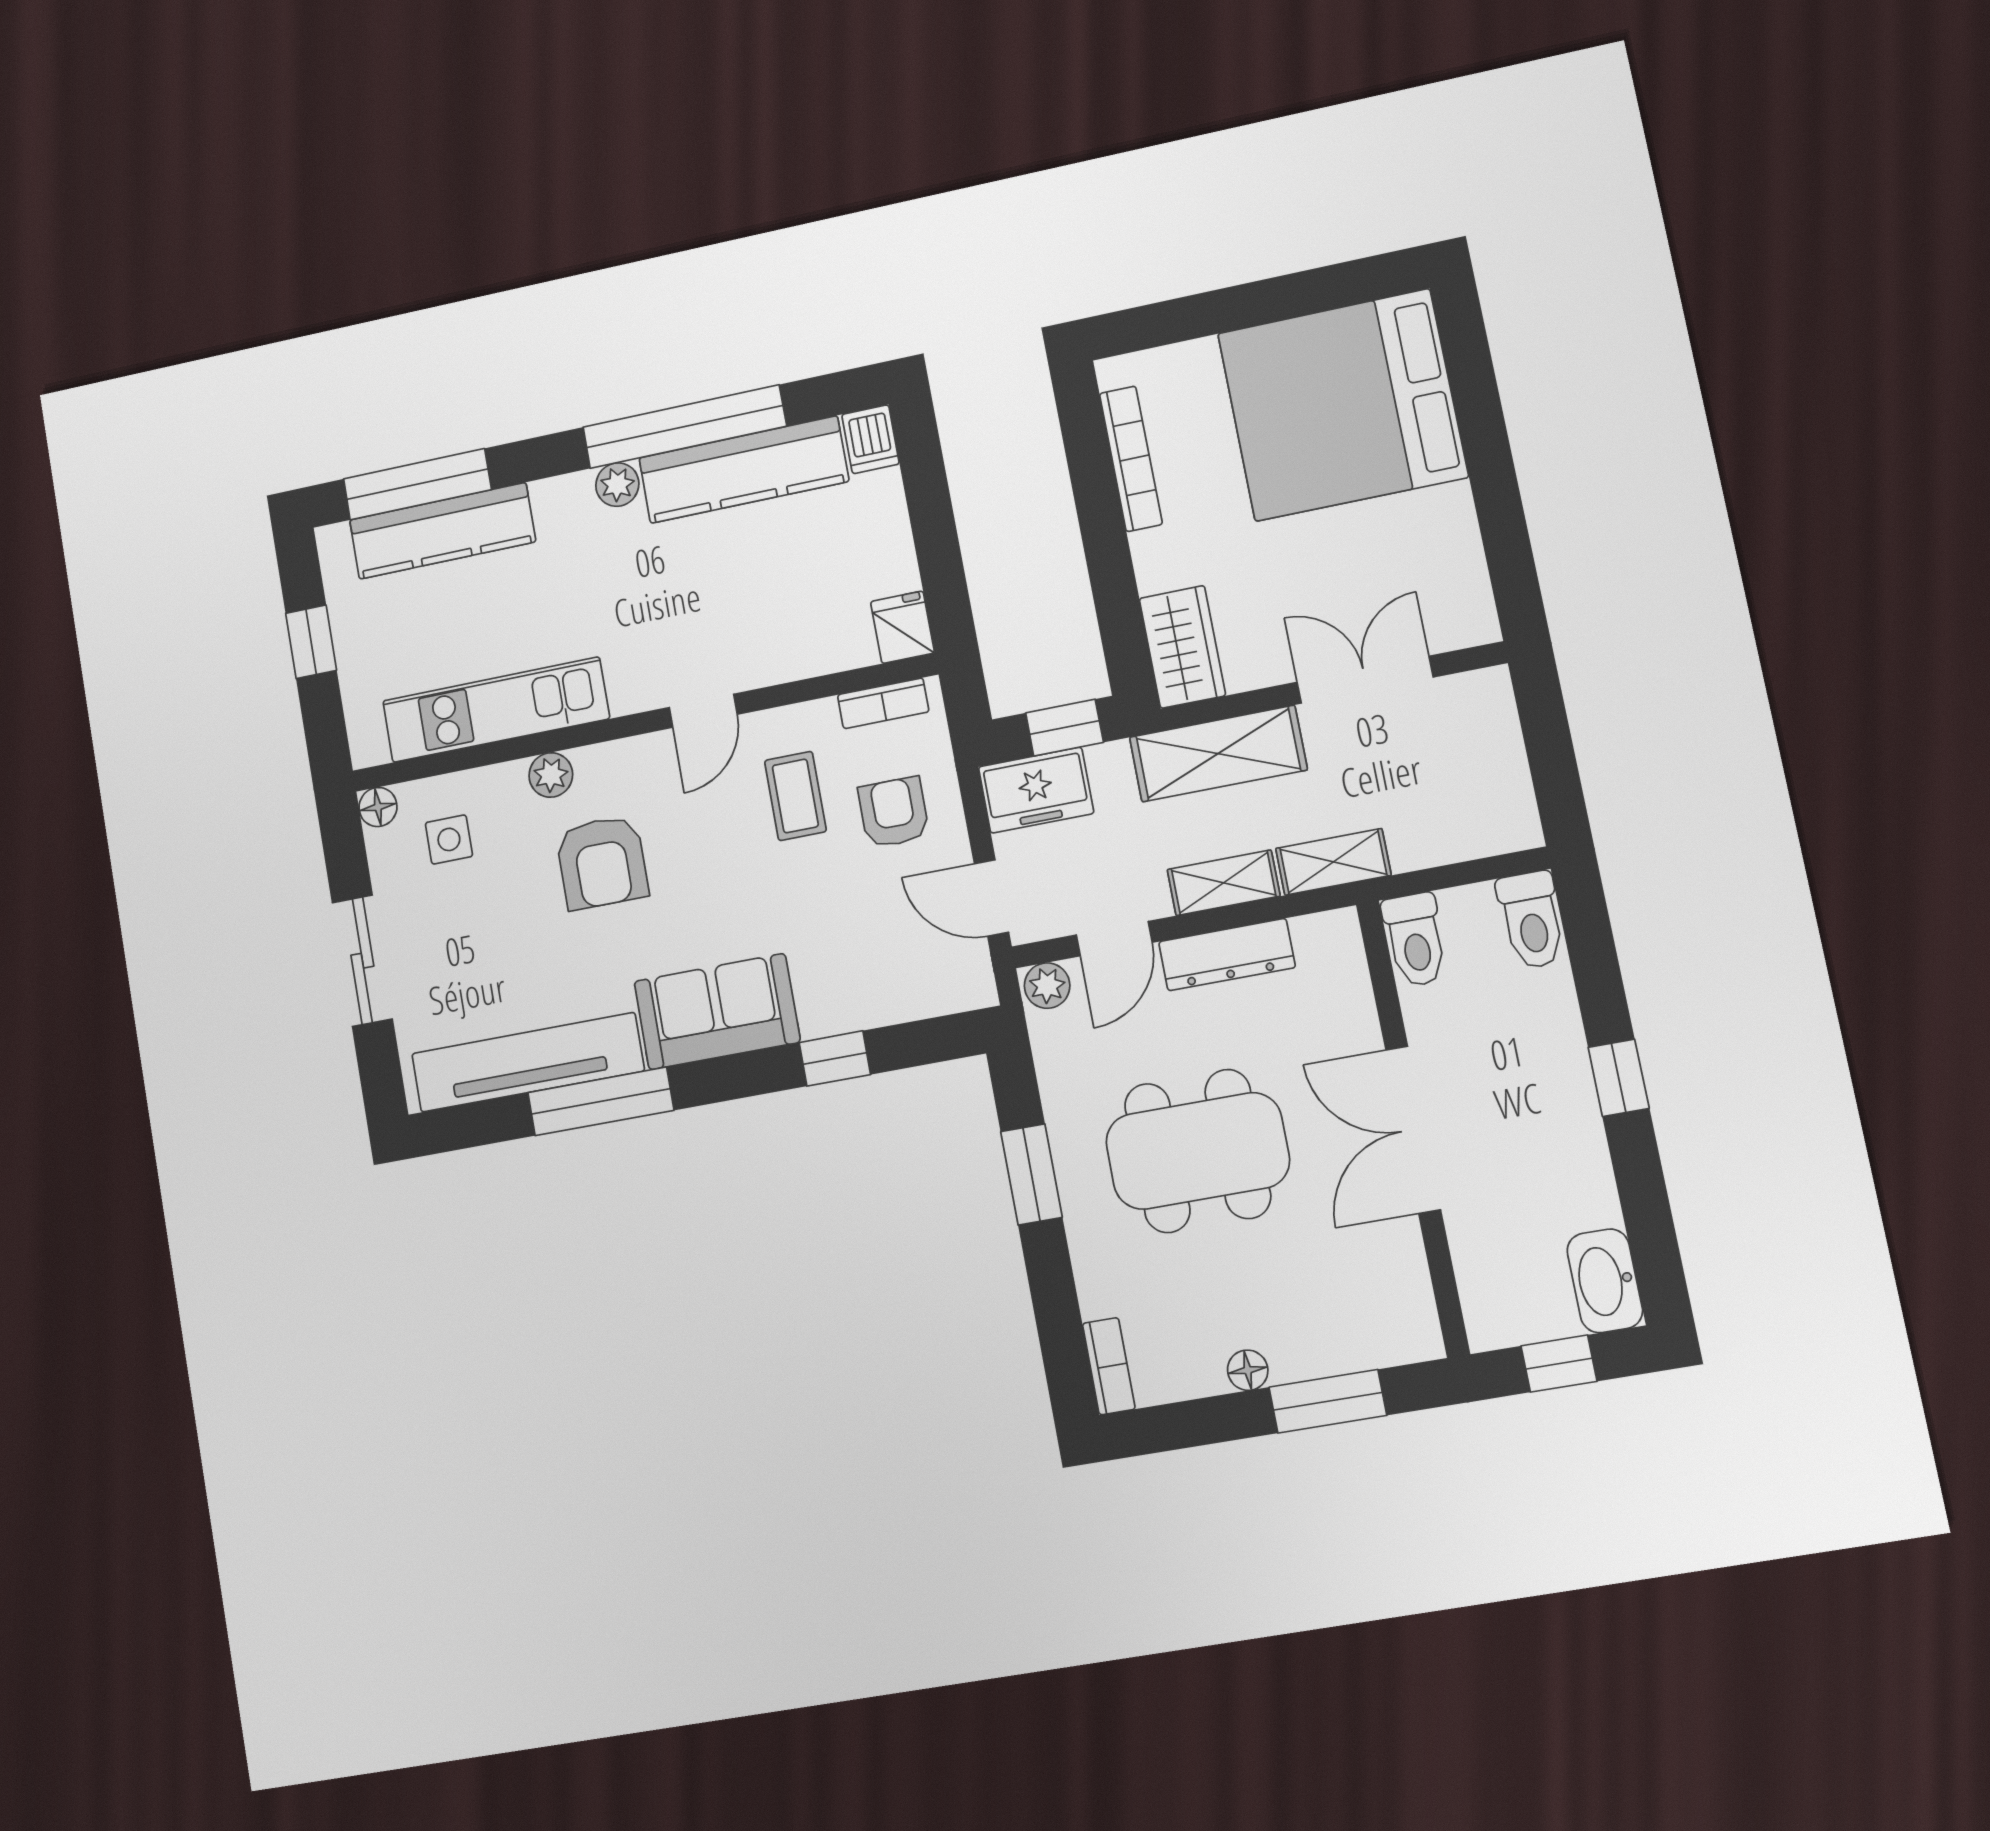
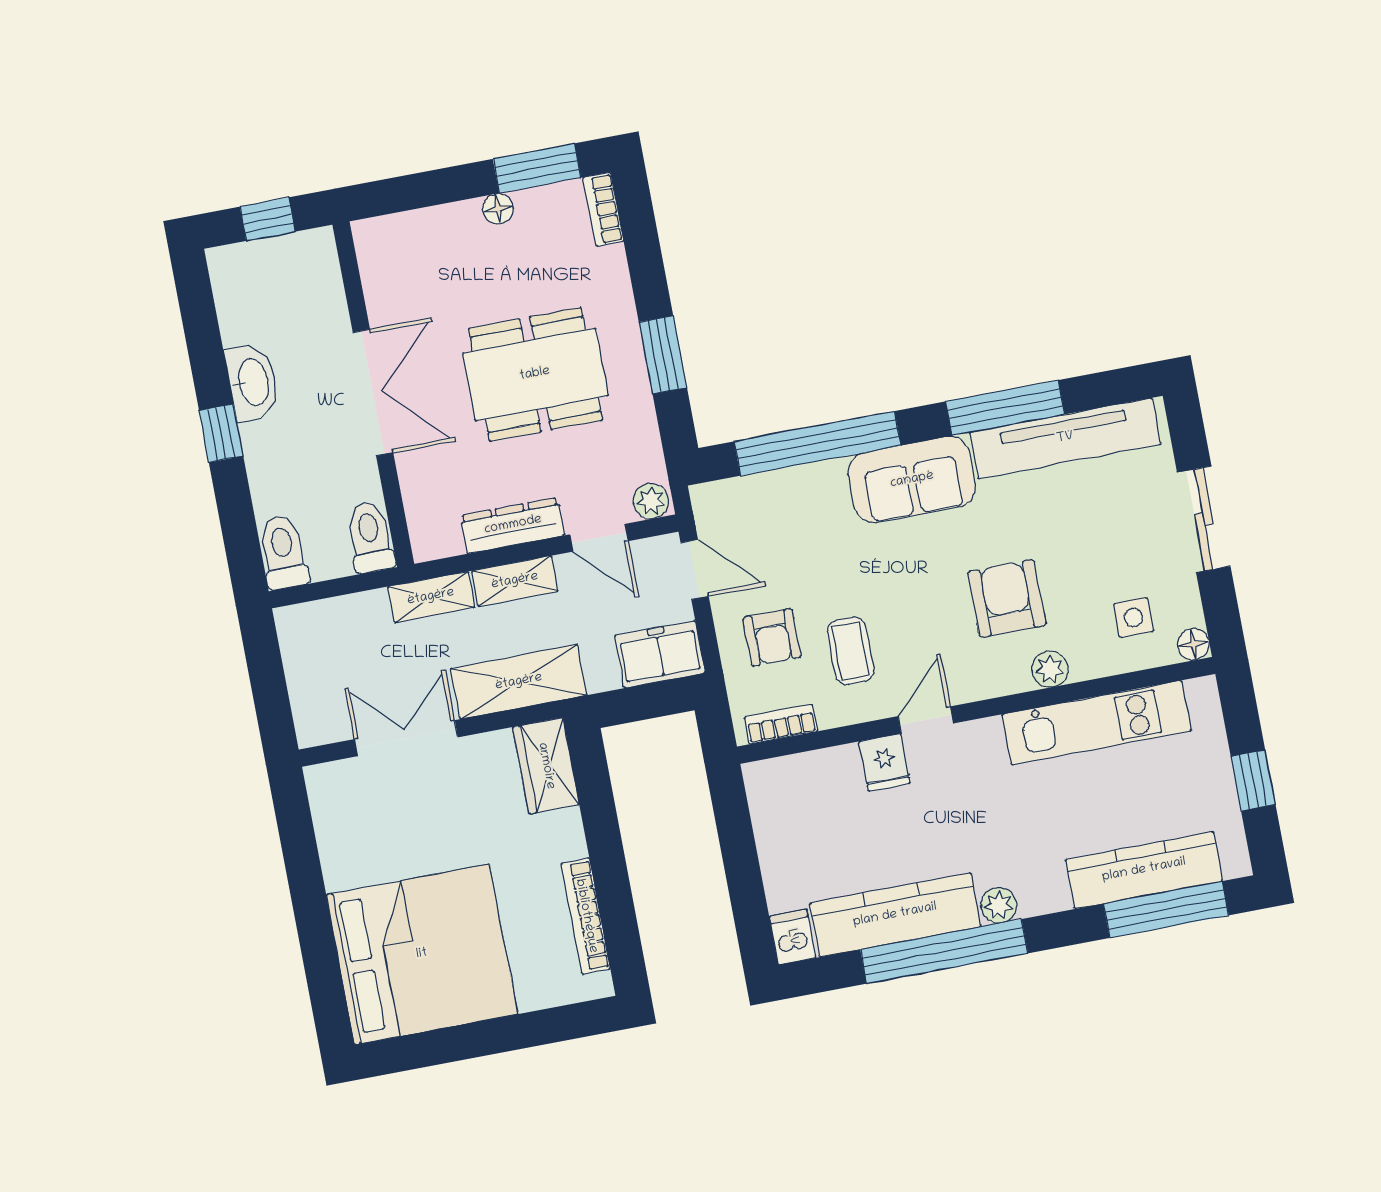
fridge: (902, 627) -> (885, 762), moved
double door: (1365, 680) -> (406, 738), swing flipped
window: (1064, 728) -> (638, 703), removed
door: (1114, 939) -> (599, 538), swing flipped
window: (835, 1058) -> (817, 443), width x3.17
washbasin: (1605, 1281) -> (252, 382), moved
window: (1328, 1401) -> (537, 168), moved

